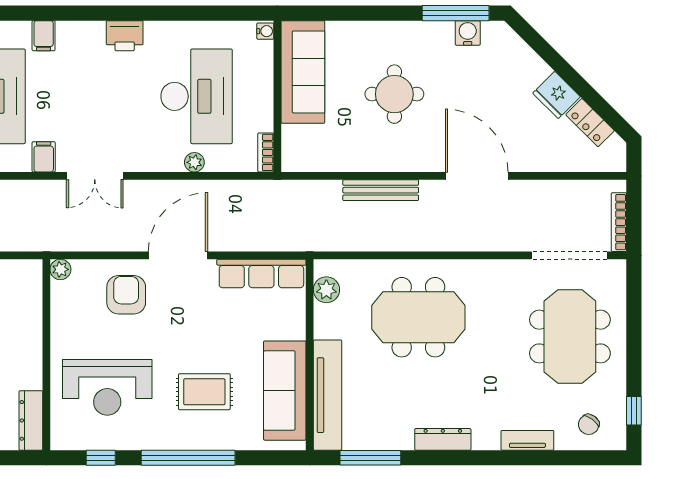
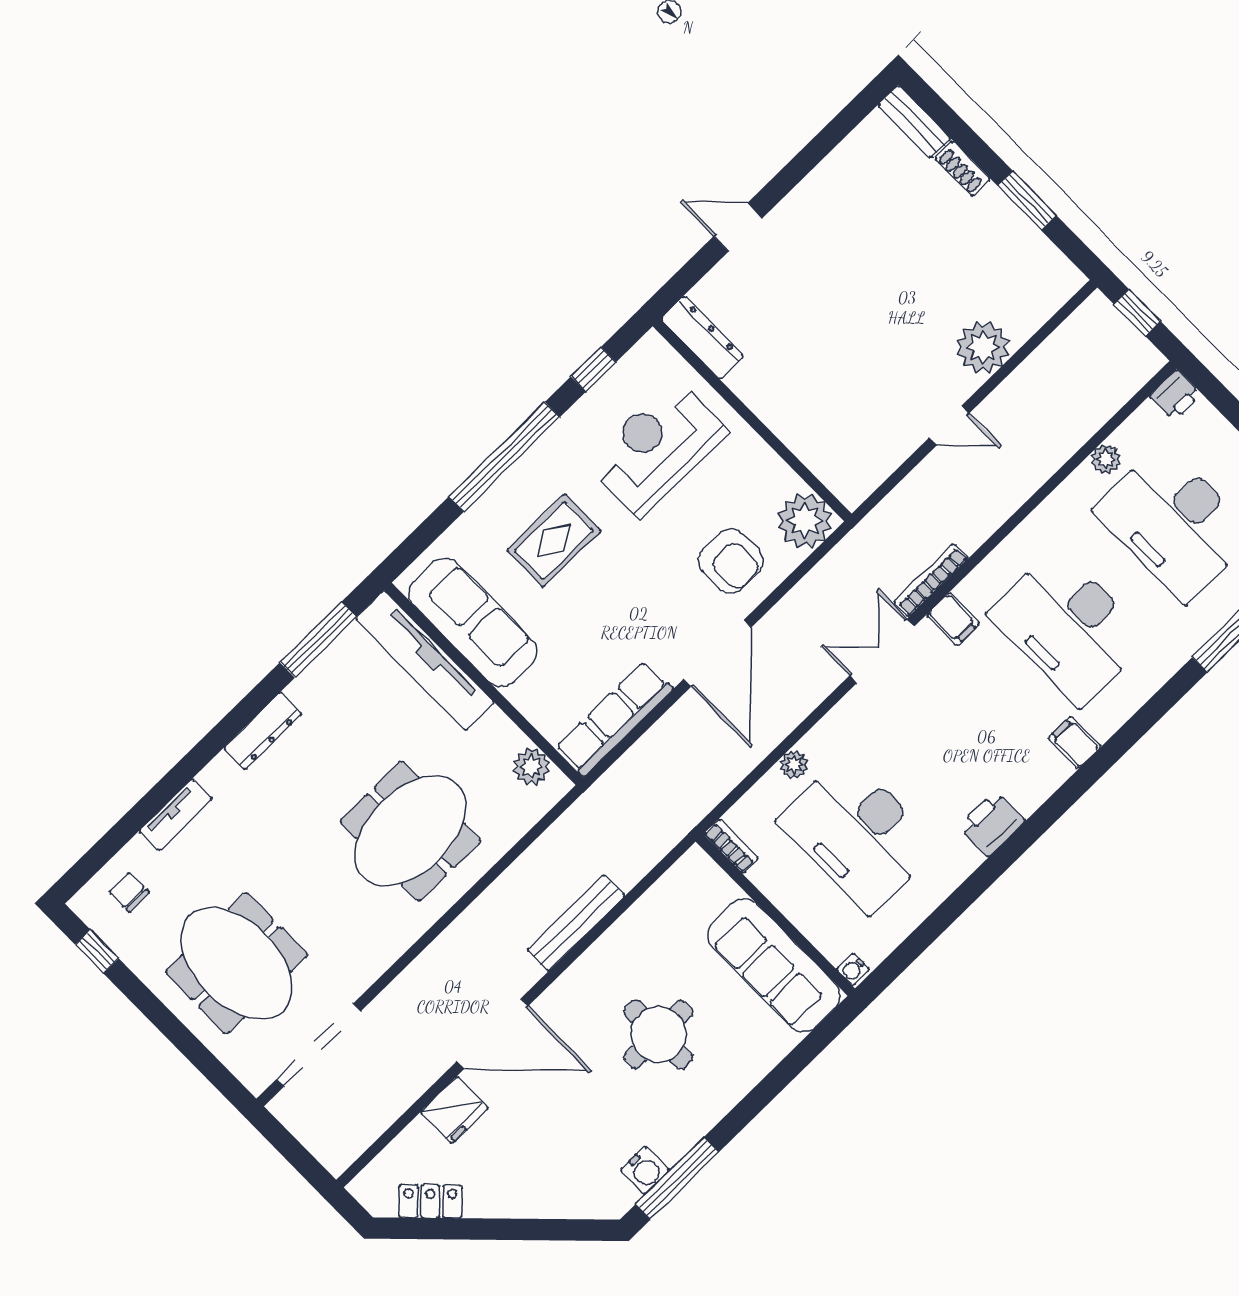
fridge: (557, 95) -> (454, 1110), moved, turned 135
bookcase: (619, 222) -> (931, 580), moved, turned -90
plant: (60, 269) -> (805, 521), width x1.87, depth x1.87
chair: (589, 424) -> (129, 892), turned -36

